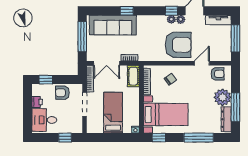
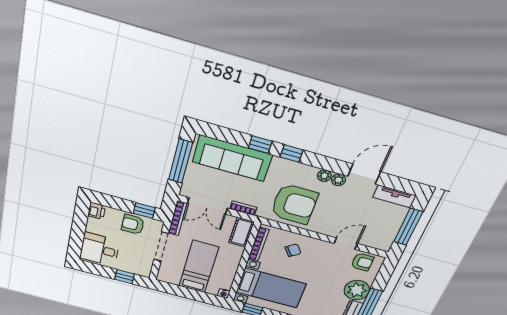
window: (171, 11) -> (292, 153), moved
armchair: (178, 45) -> (294, 204), moved
window: (46, 80) -> (144, 211), moved
printer: (37, 102) -> (97, 211), moved

